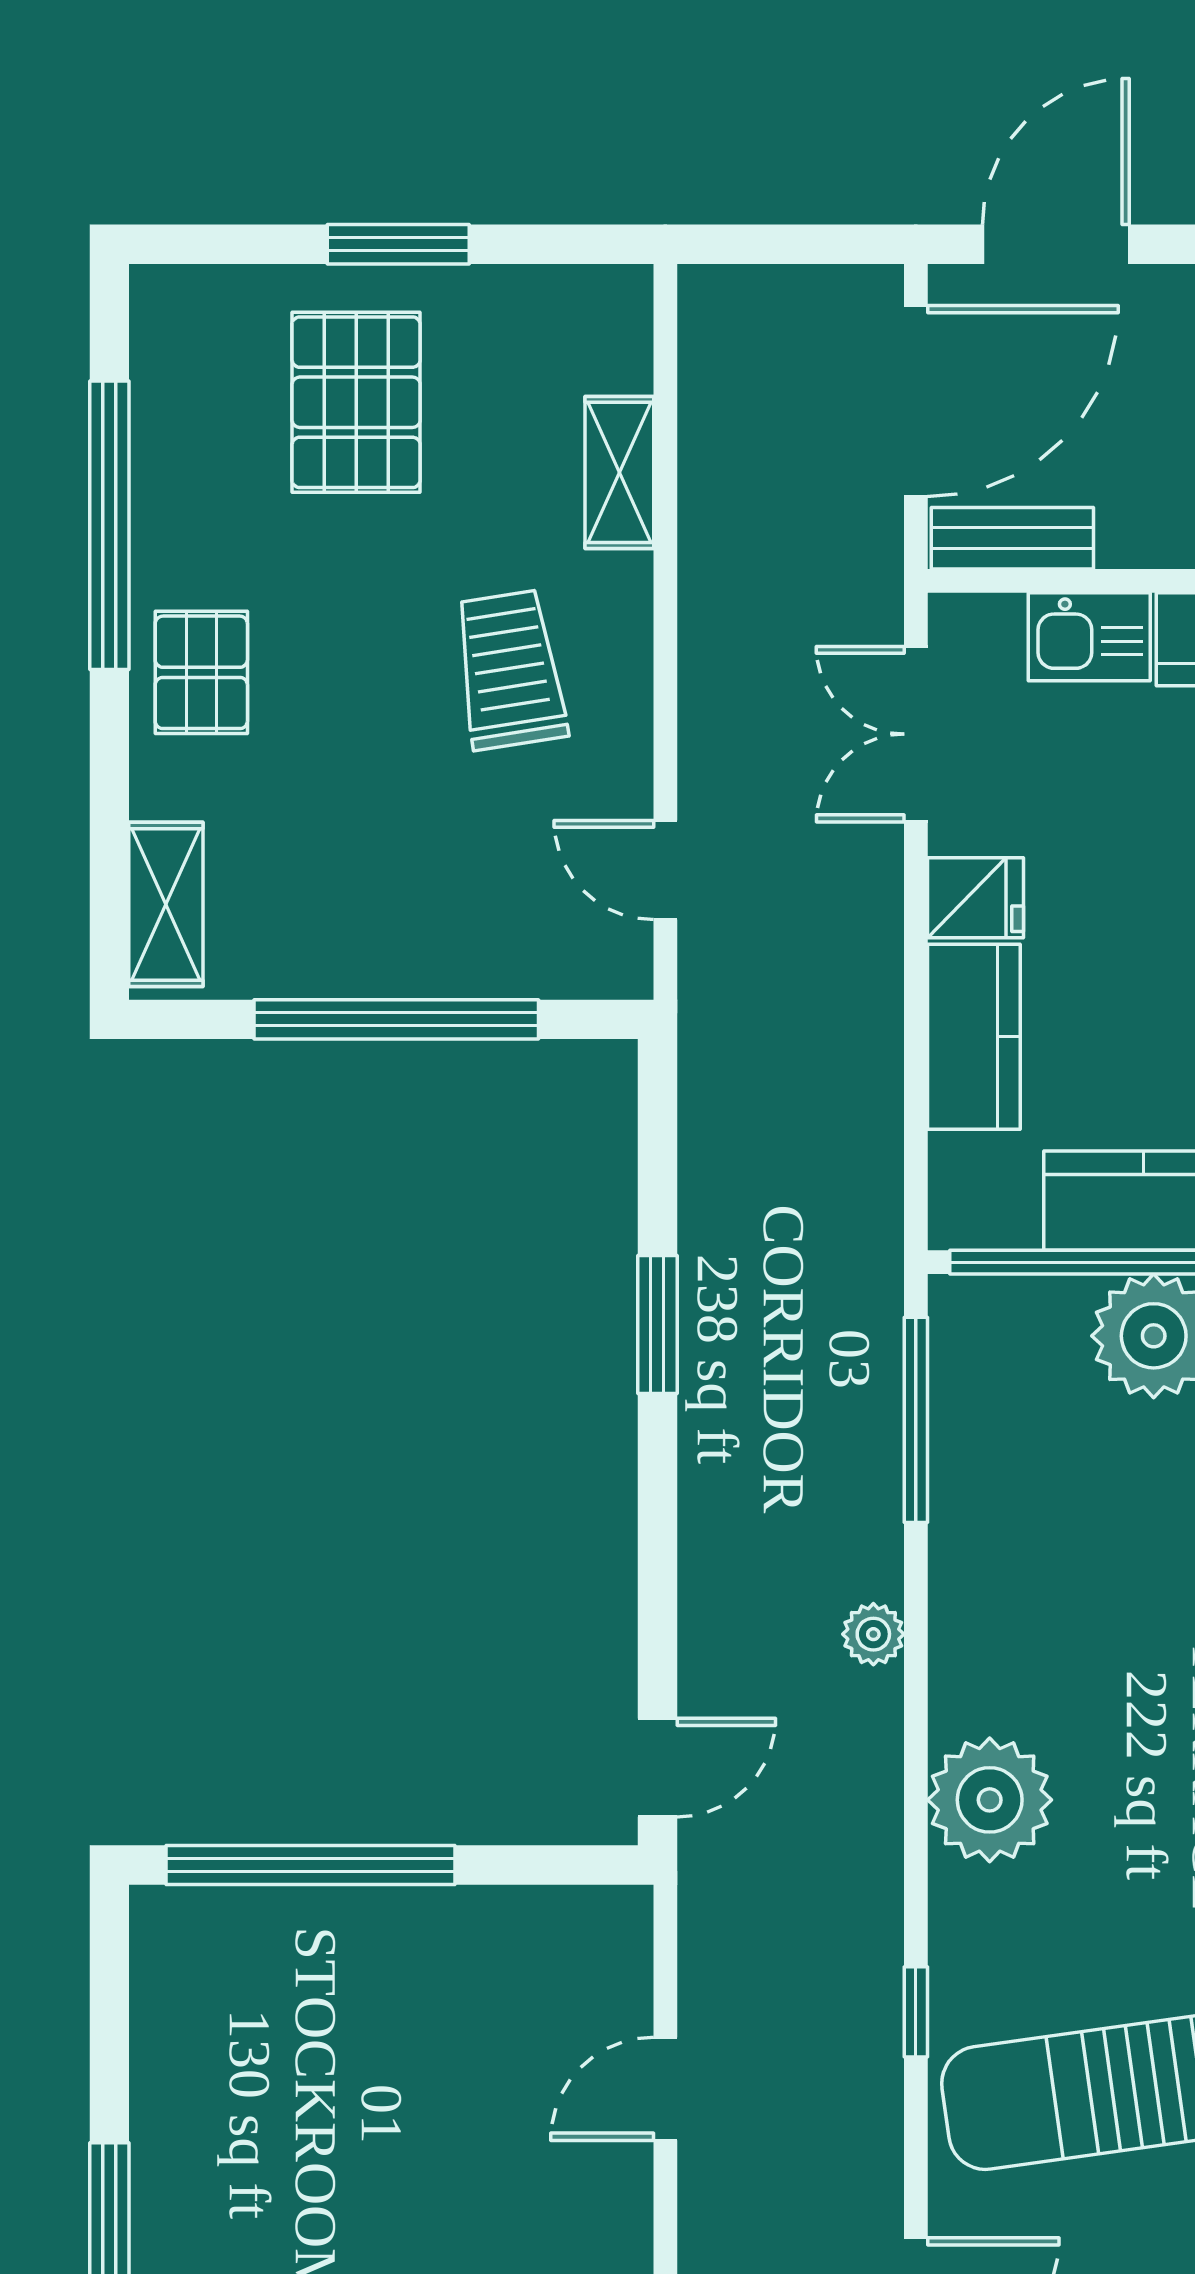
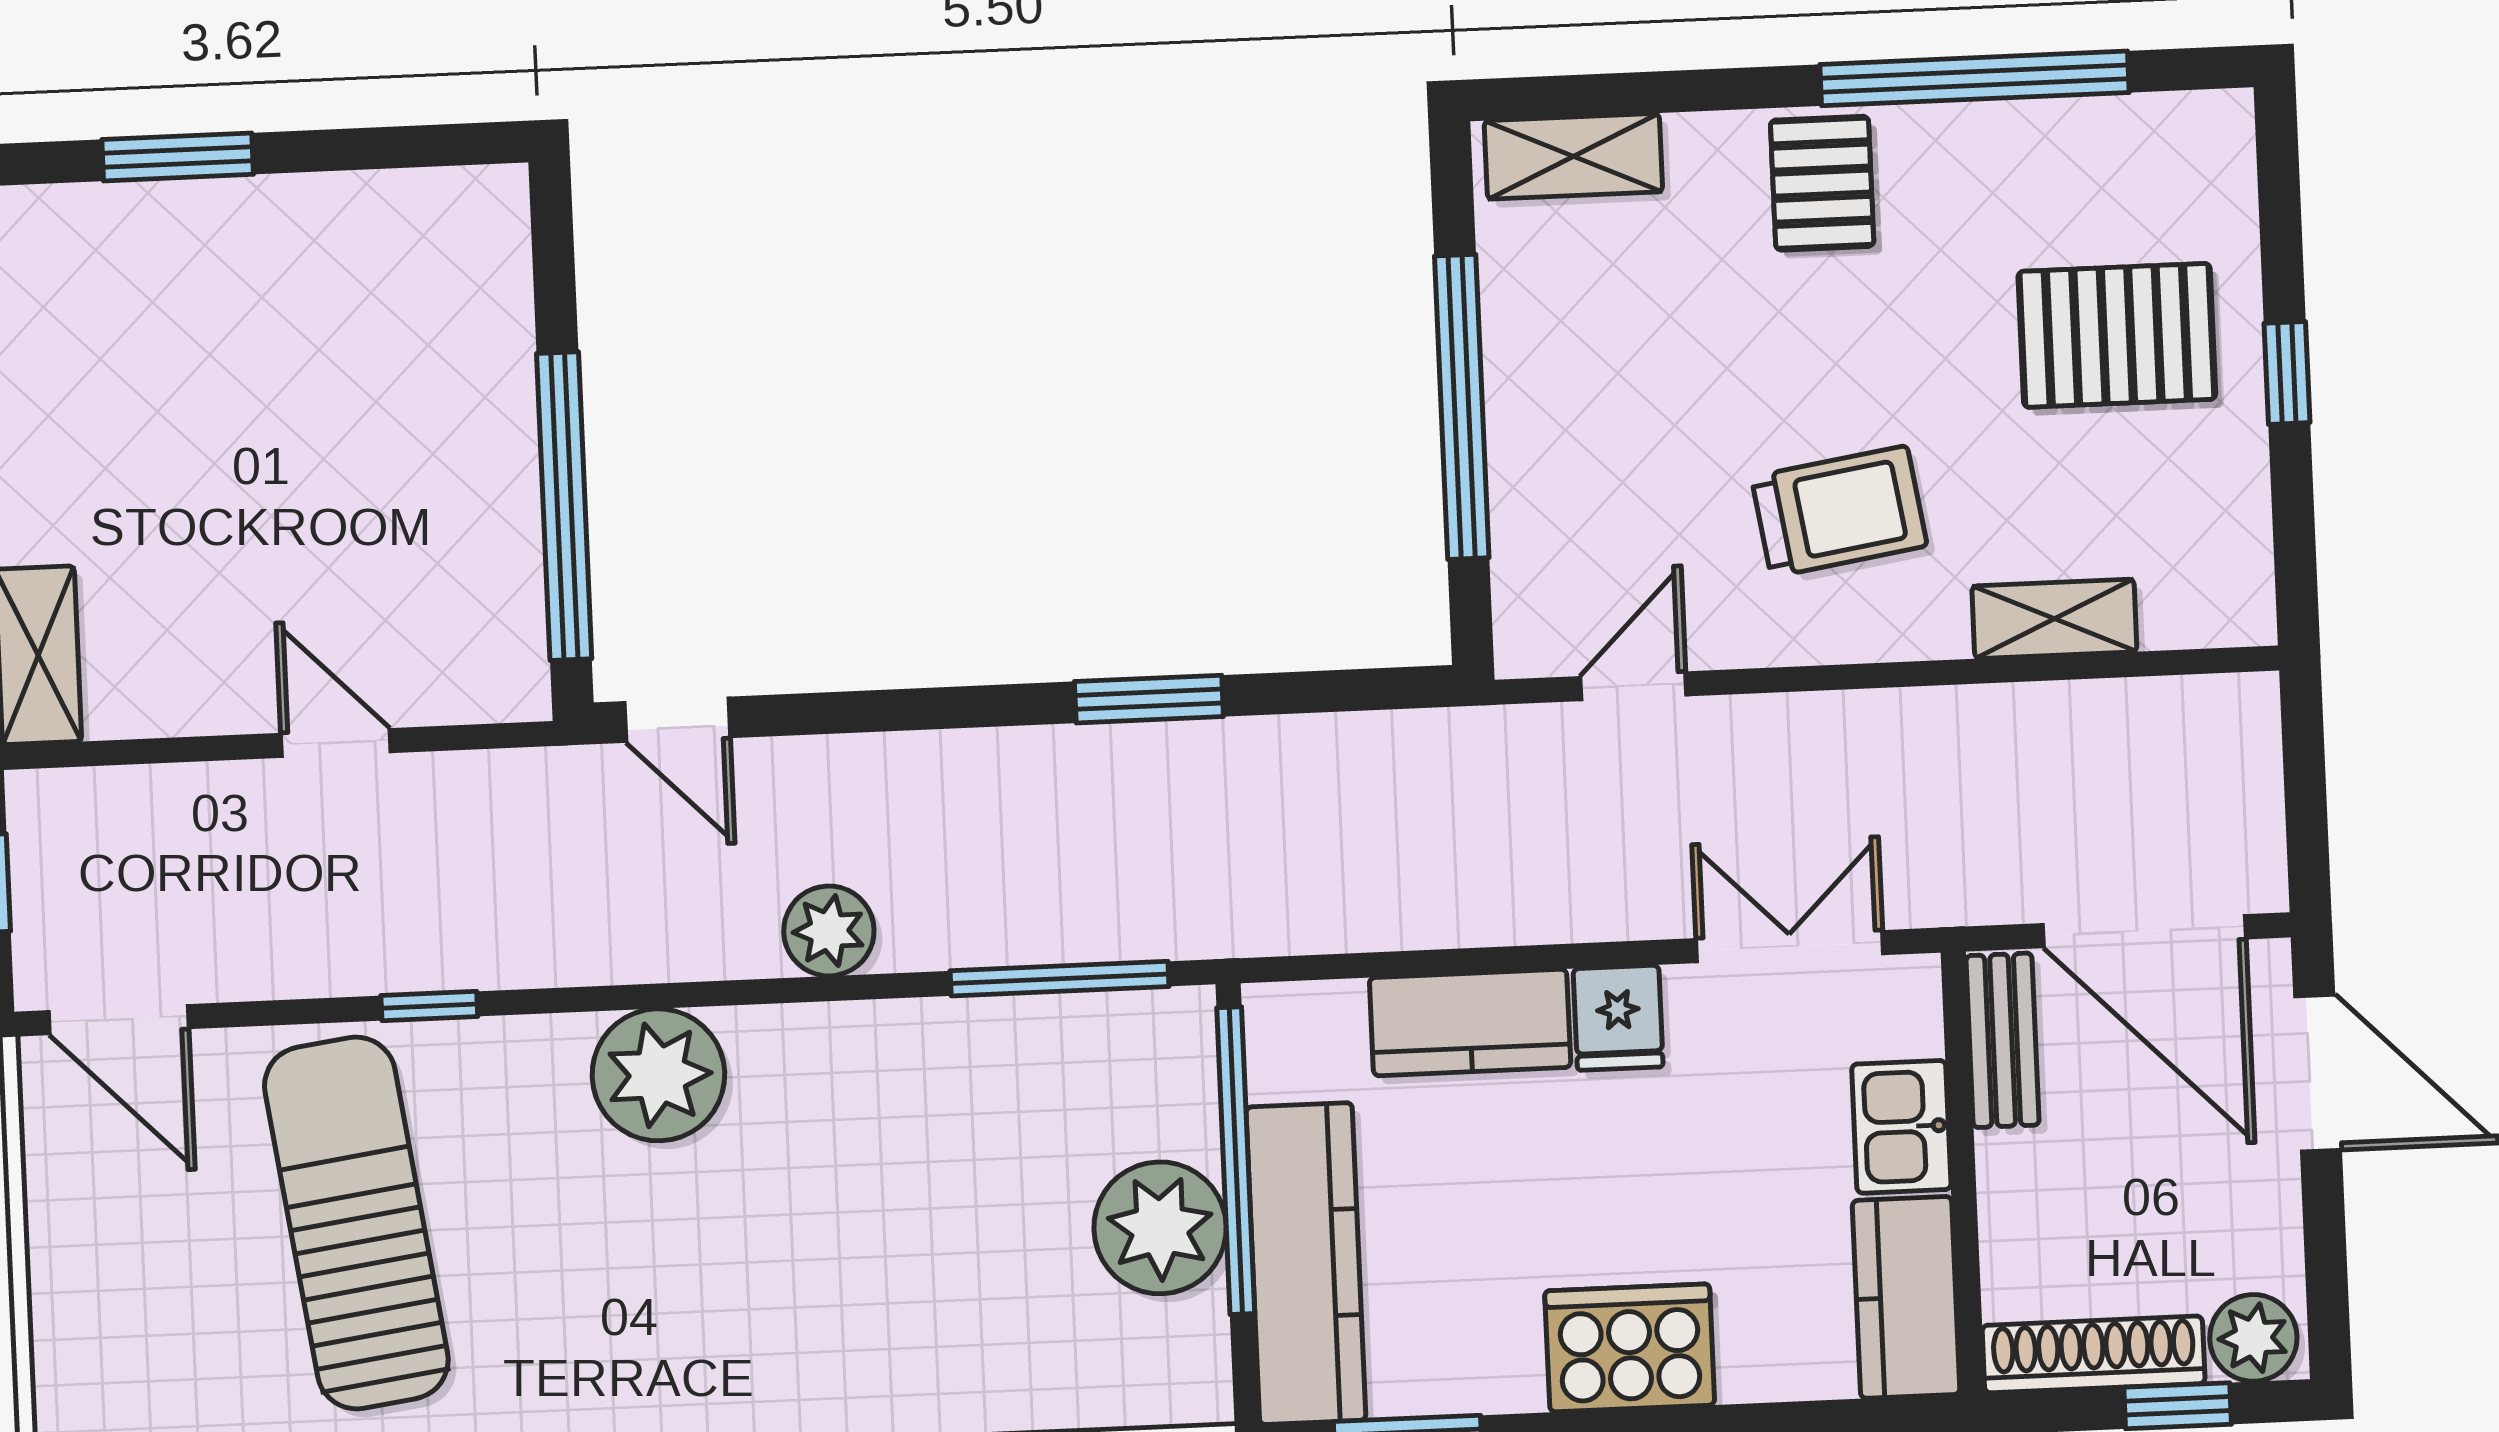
window: (398, 244) -> (2287, 373), width x0.67
pallet: (201, 672) -> (1822, 183), turned 90
plant: (873, 1634) -> (829, 931), width x1.38, depth x1.38
window: (310, 1865) -> (564, 506), moved

